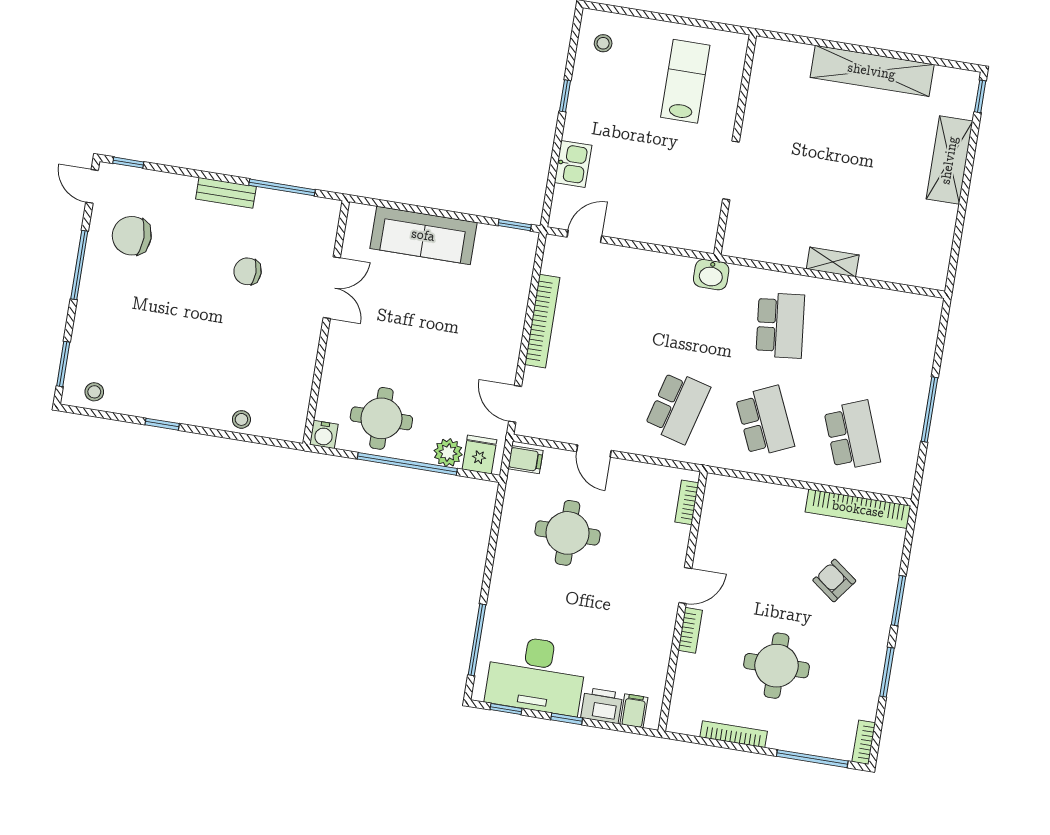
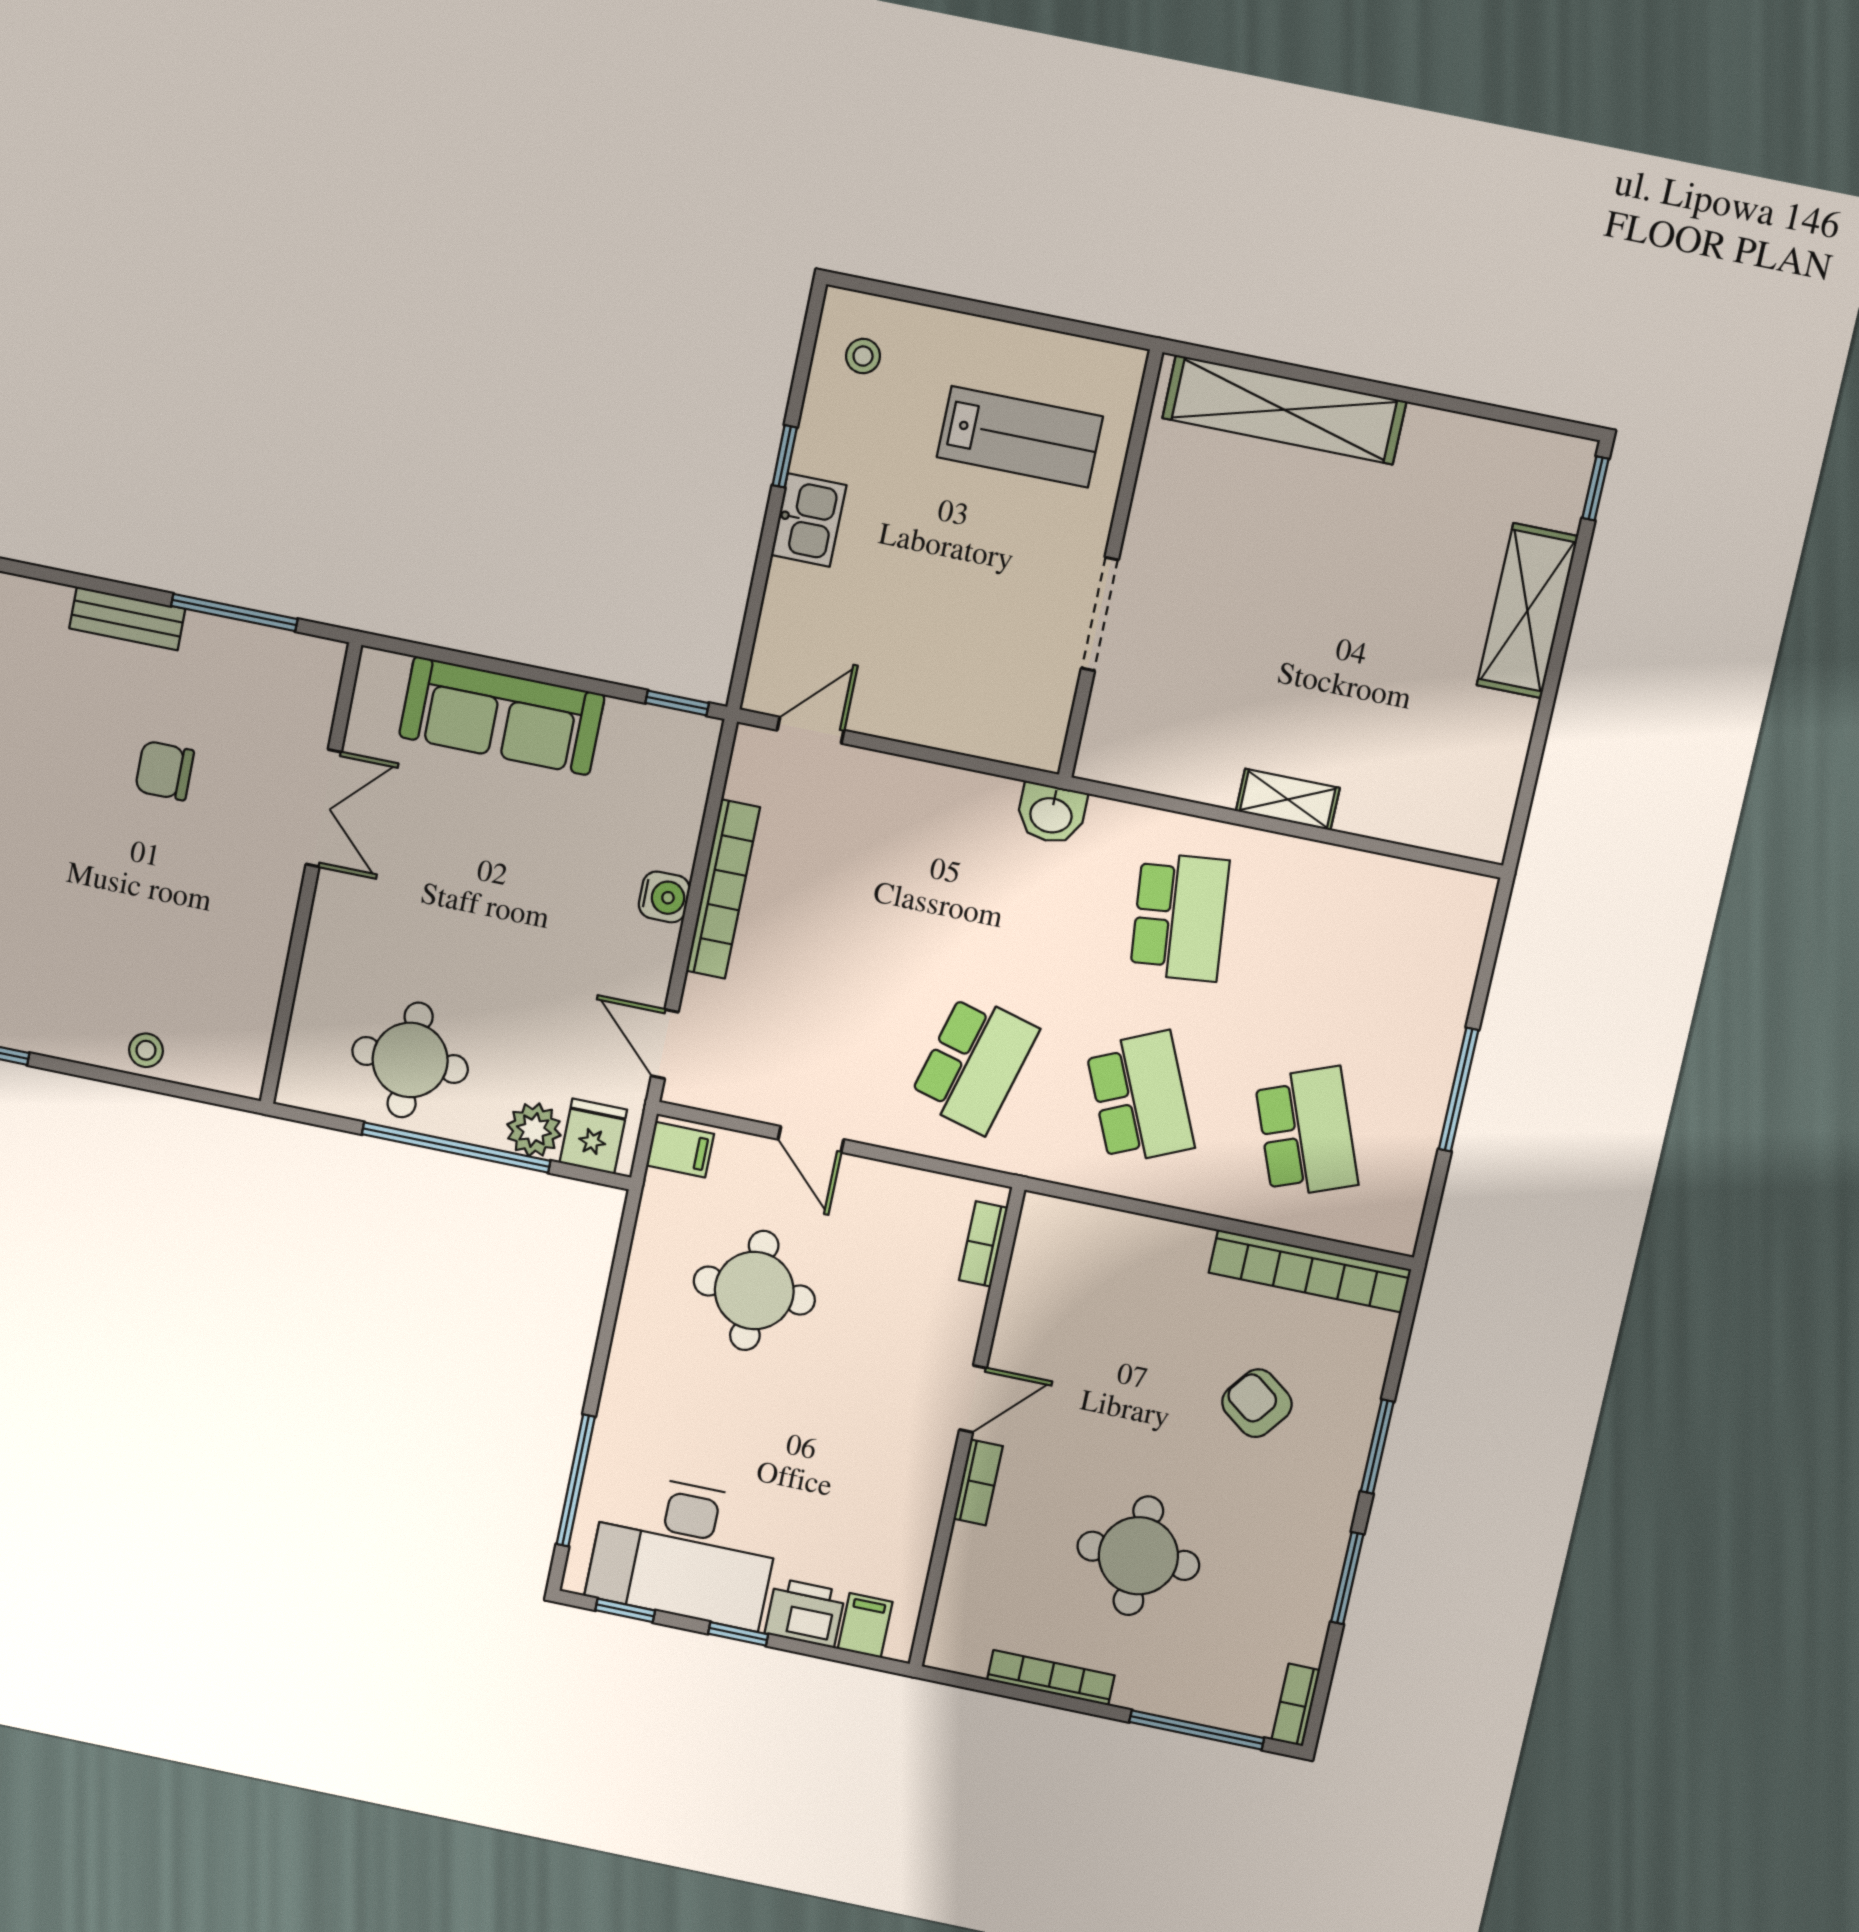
shelving: (872, 71) -> (1284, 410), moved
lab bench: (685, 81) -> (1020, 437), turned 90
kitchen sink: (573, 164) -> (809, 520), moved
water cooler: (324, 435) -> (664, 897), moved, turned -90

